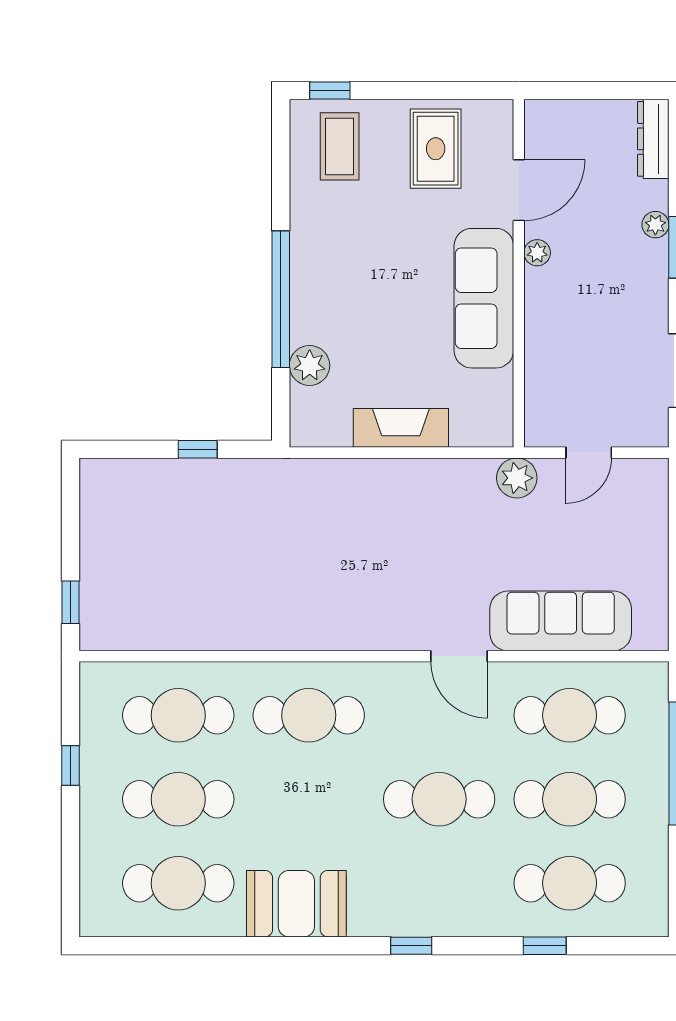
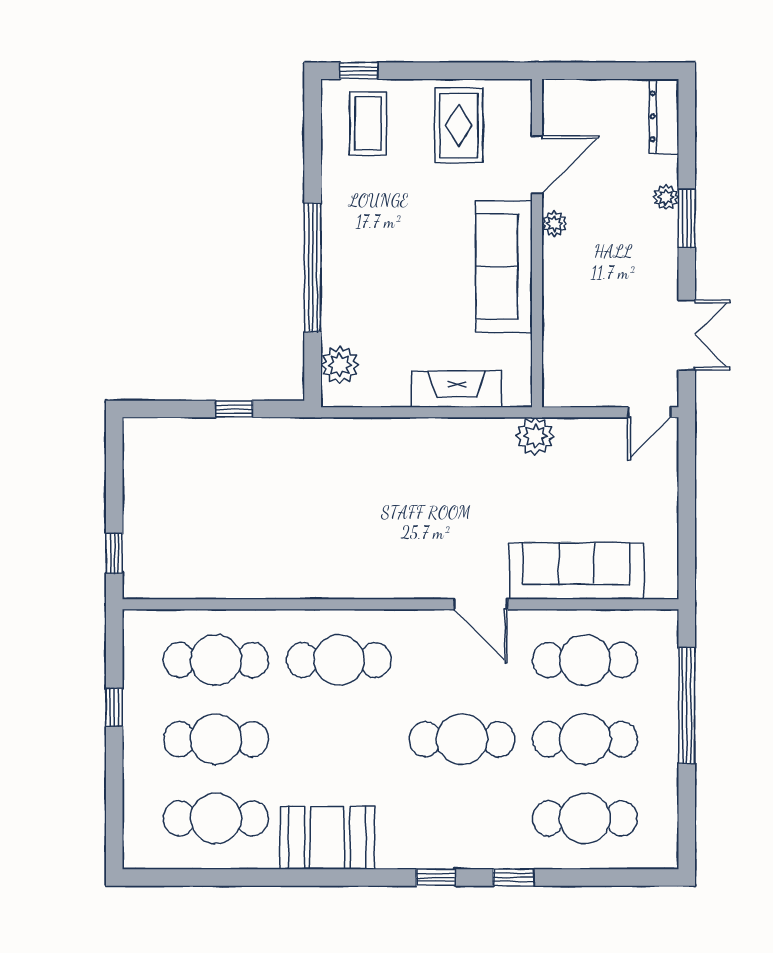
plant: (310, 365) -> (340, 365), moved
fireplace: (401, 428) -> (457, 389), moved
door: (589, 453) -> (649, 412), moved
window: (545, 946) -> (514, 877), moved

